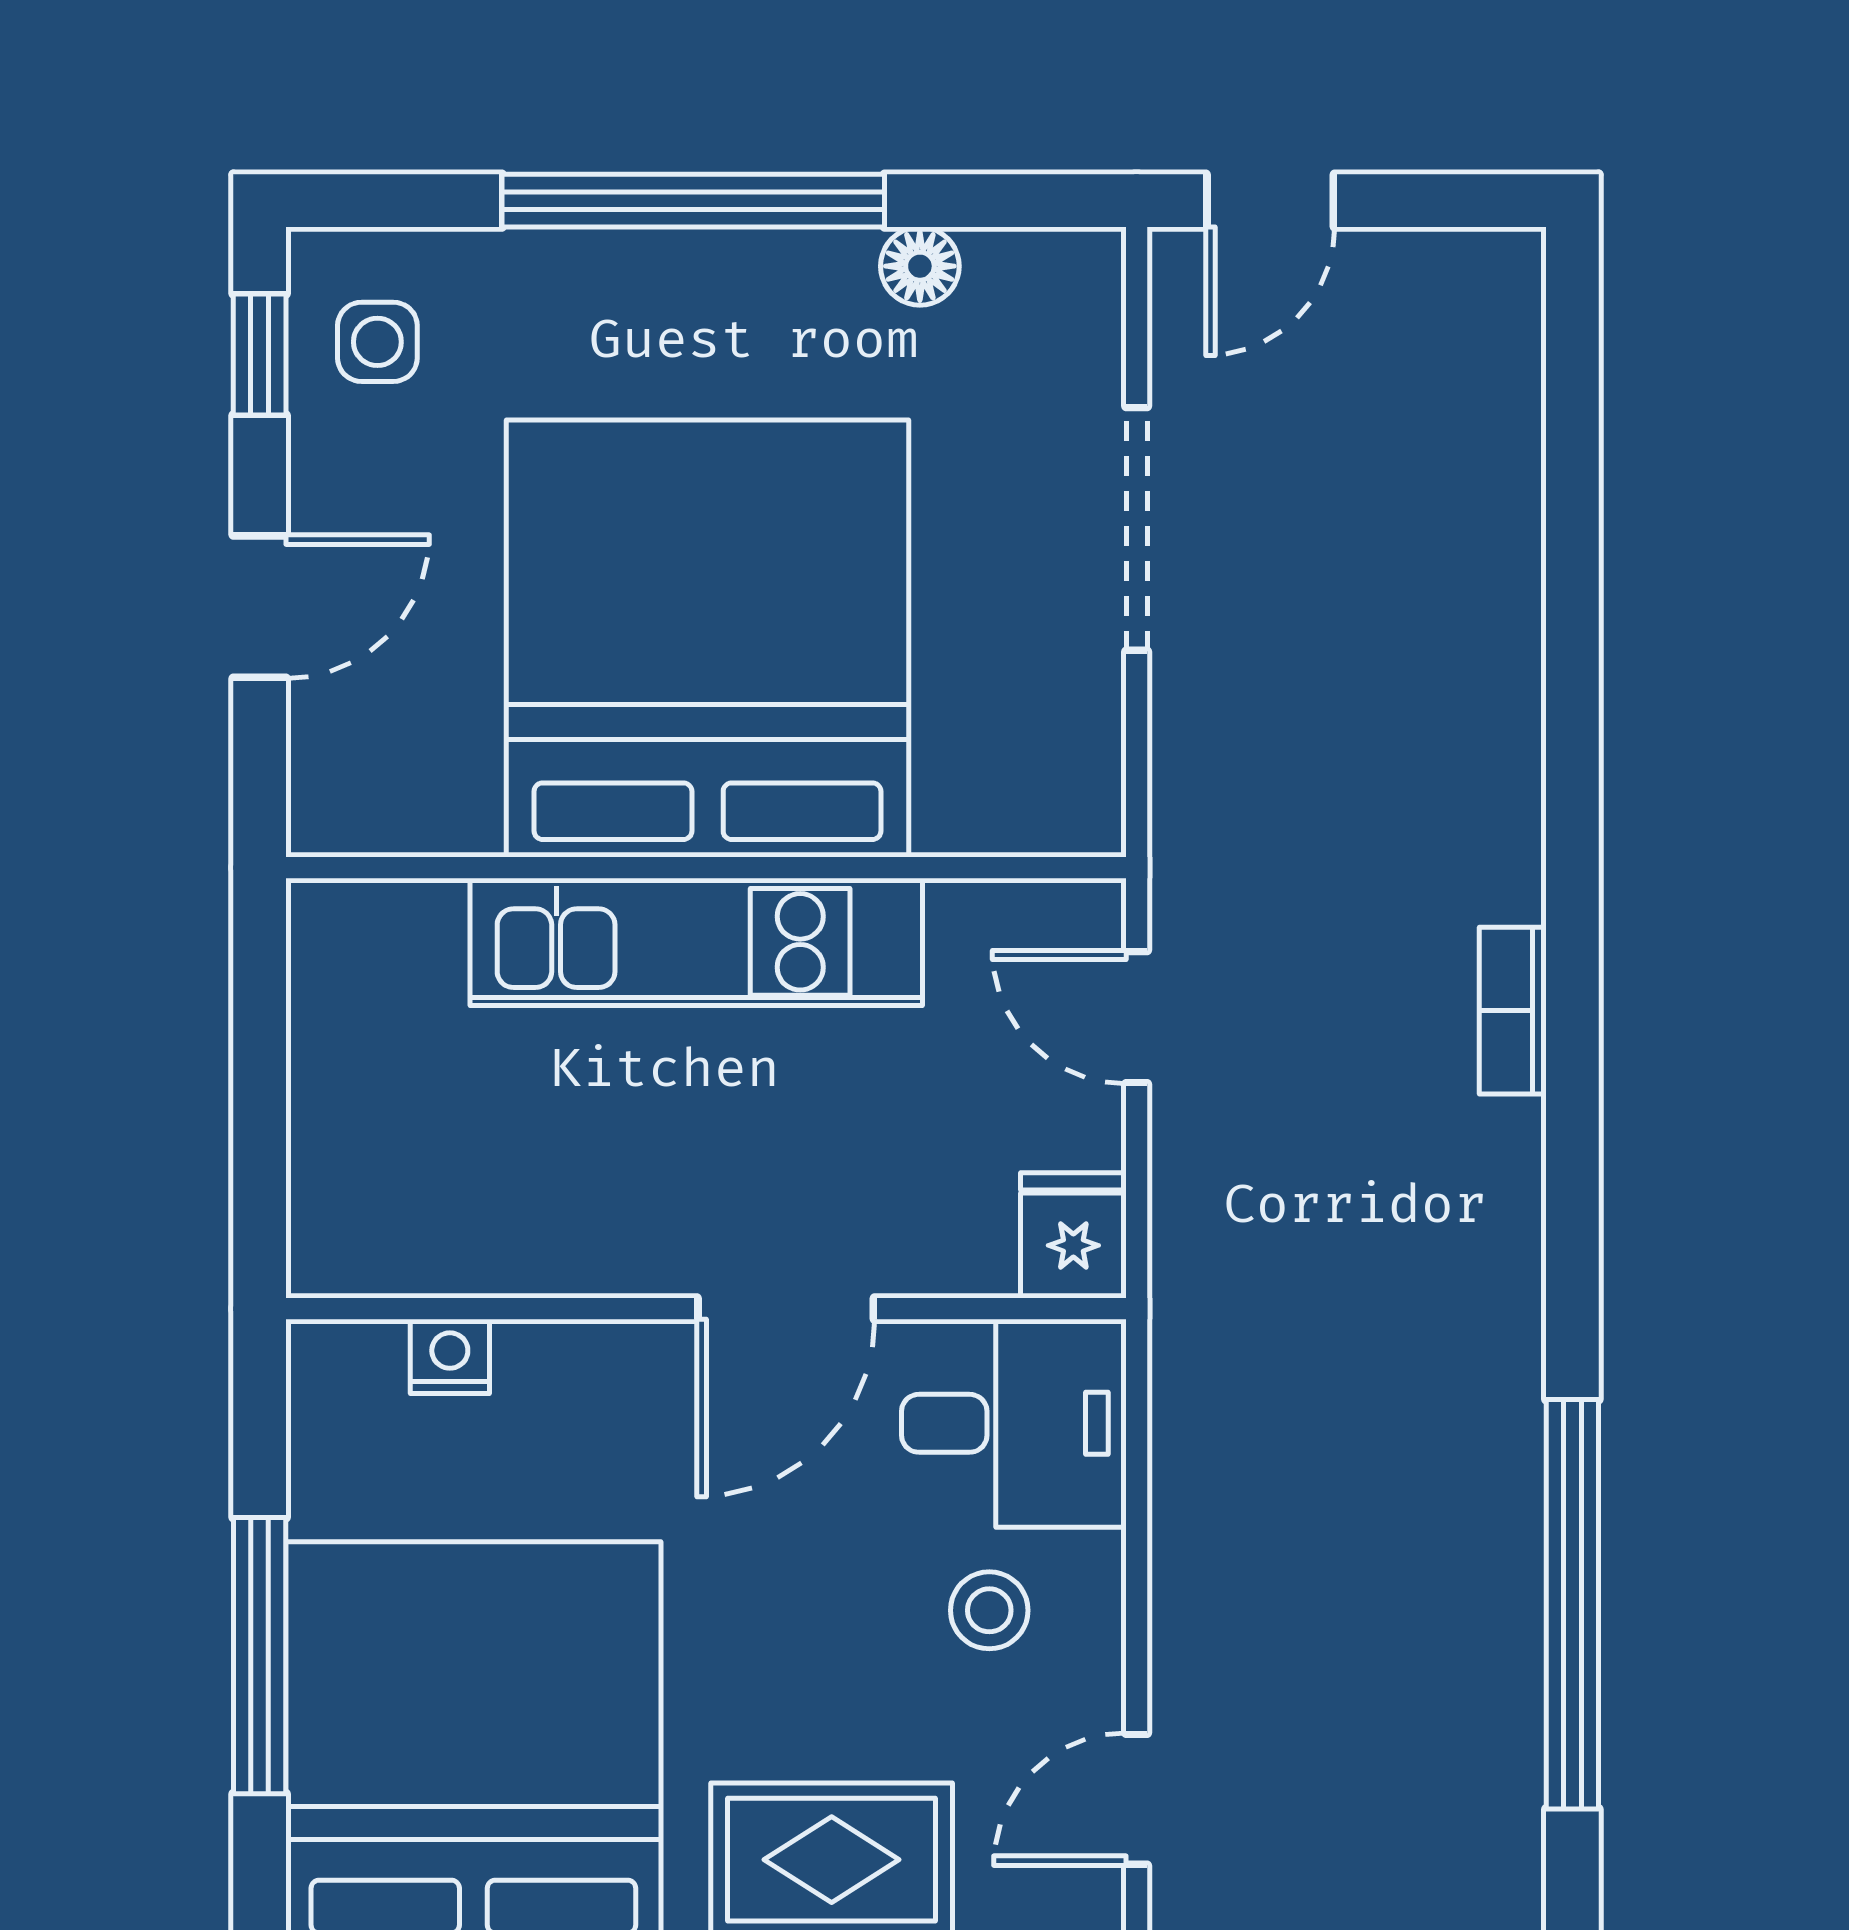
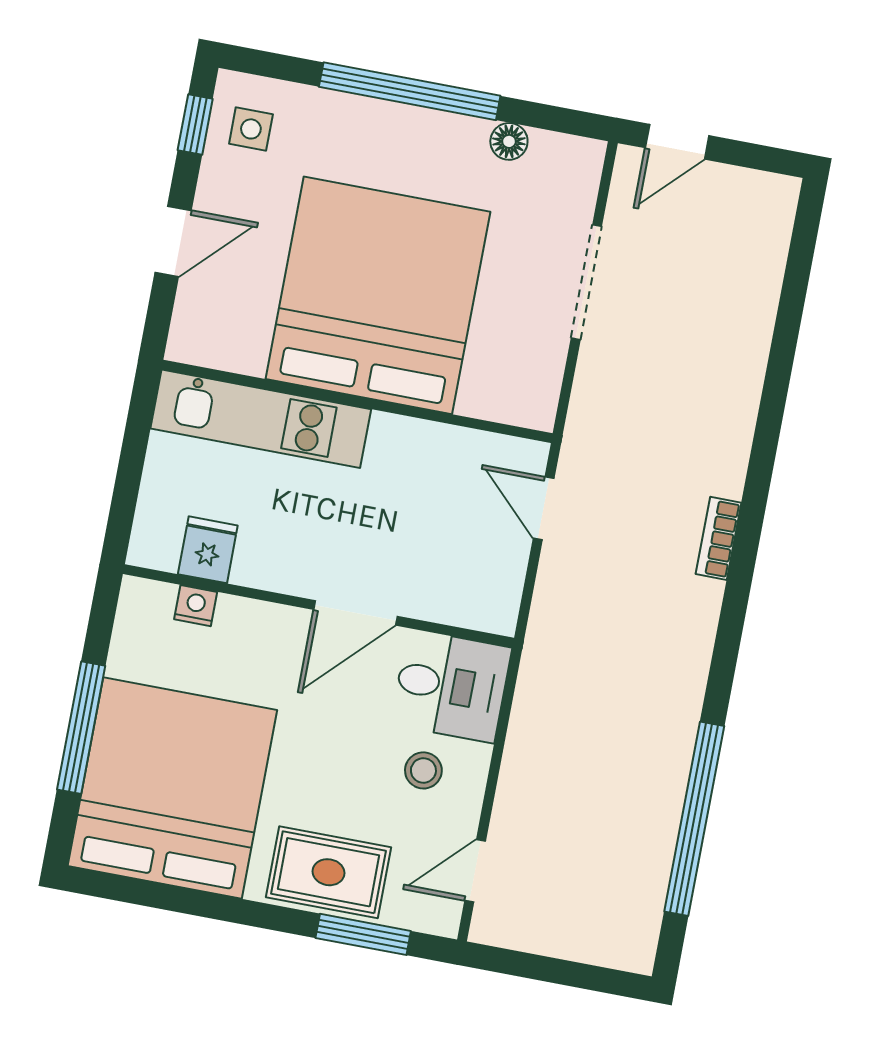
kitchen unit: (696, 942) -> (261, 419), moved
fridge: (1073, 1235) -> (208, 550), moved

